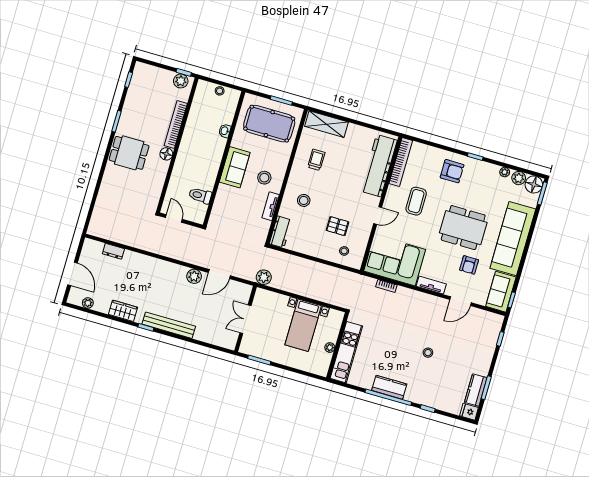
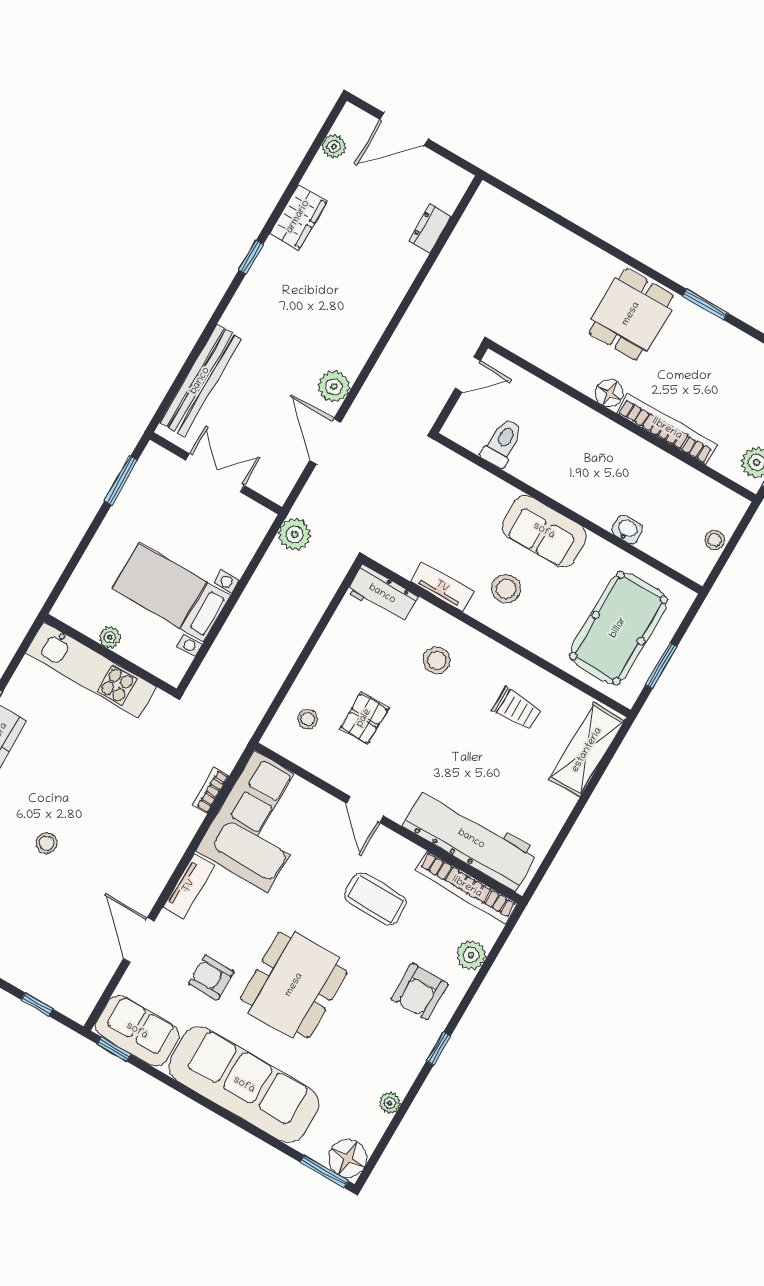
plant: (519, 178) -> (471, 955), moved
bench: (169, 325) -> (200, 381), moved

